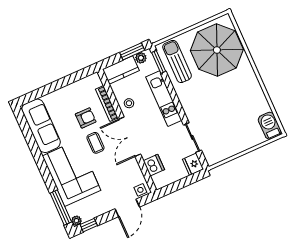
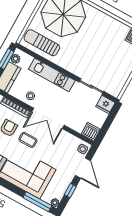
window: (159, 62) -> (30, 52), removed
dishwasher: (154, 165) -> (91, 132), moved
window: (89, 225) -> (70, 191), moved

